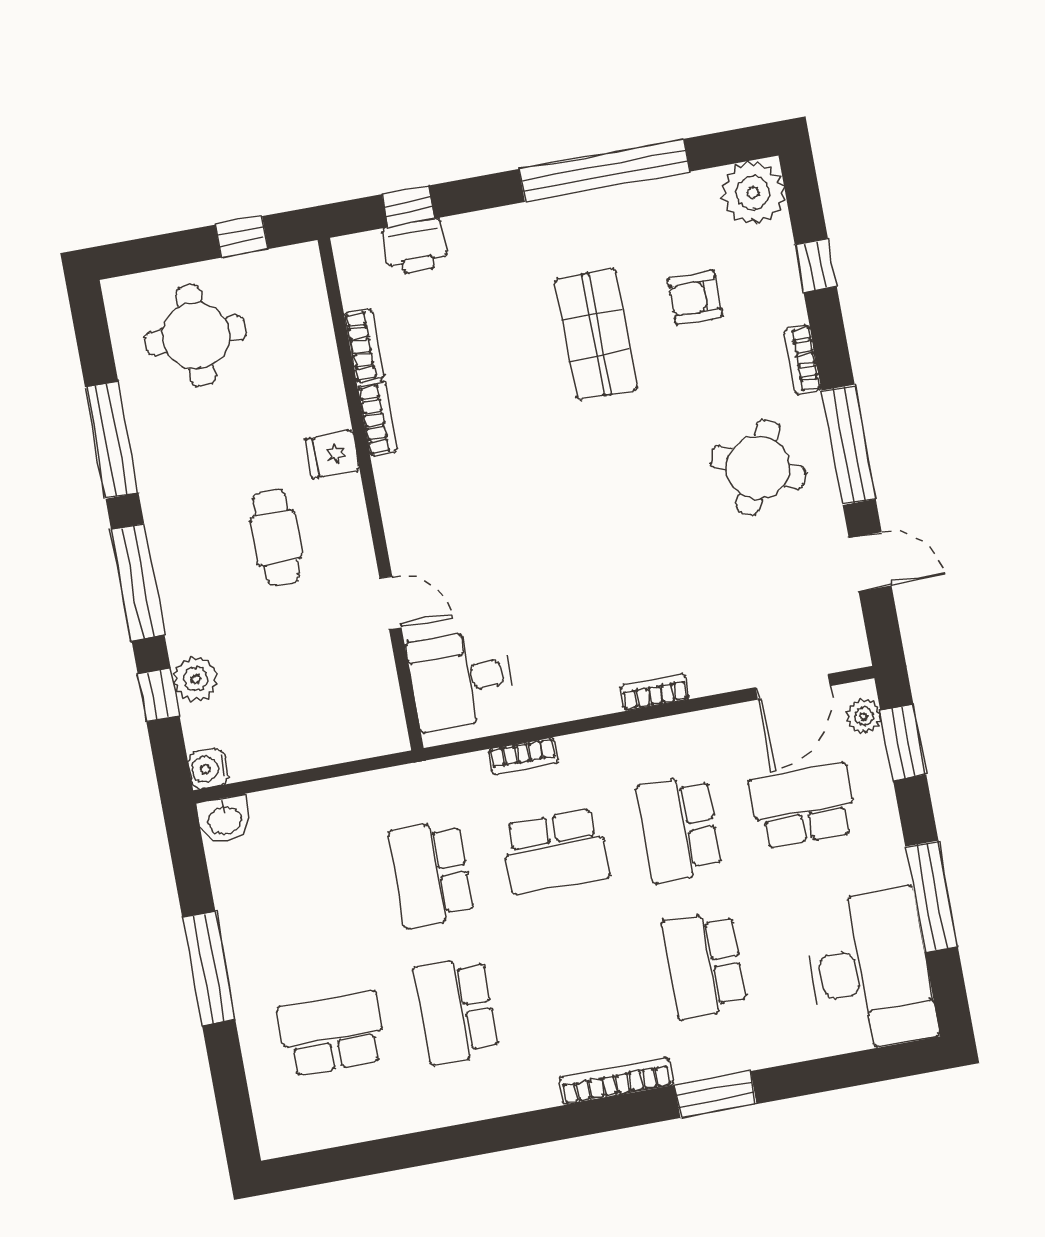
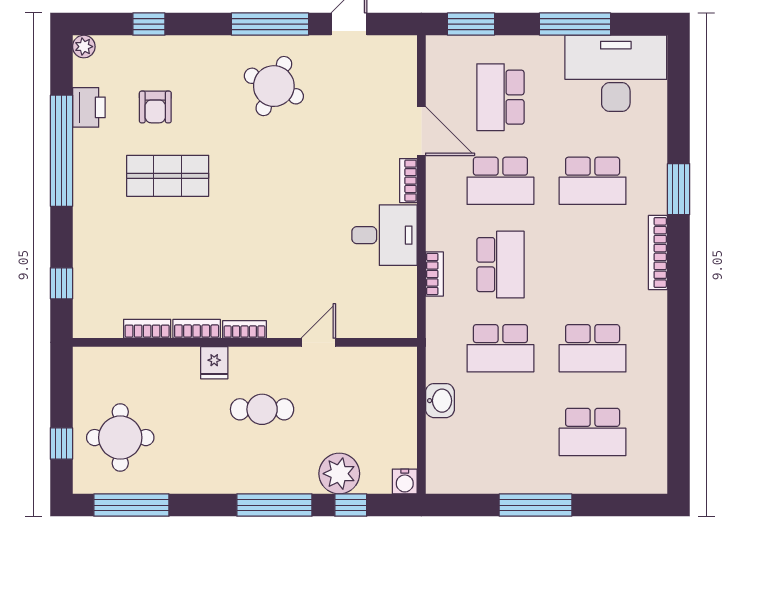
plant: (753, 193) -> (84, 47), width x0.53, depth x0.53
window: (242, 237) -> (61, 444), moved
printer: (415, 247) -> (89, 107), moved
bookcase: (803, 359) -> (244, 329), moved, turned 180
window: (112, 440) -> (131, 505), moved
plant: (195, 679) -> (339, 474), width x1.36, depth x1.36
desk: (461, 679) -> (385, 235), moved, turned -90
door: (793, 687) -> (421, 131), moved
plant: (864, 717) -> (449, 47), removed
washbasin: (225, 820) -> (440, 401), moved
school desk: (332, 1033) -> (593, 432), turned -90

